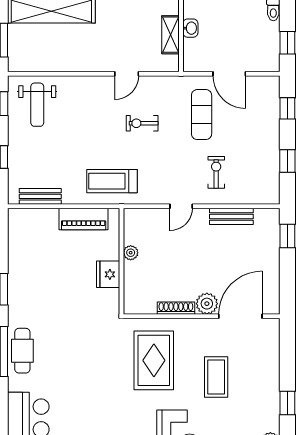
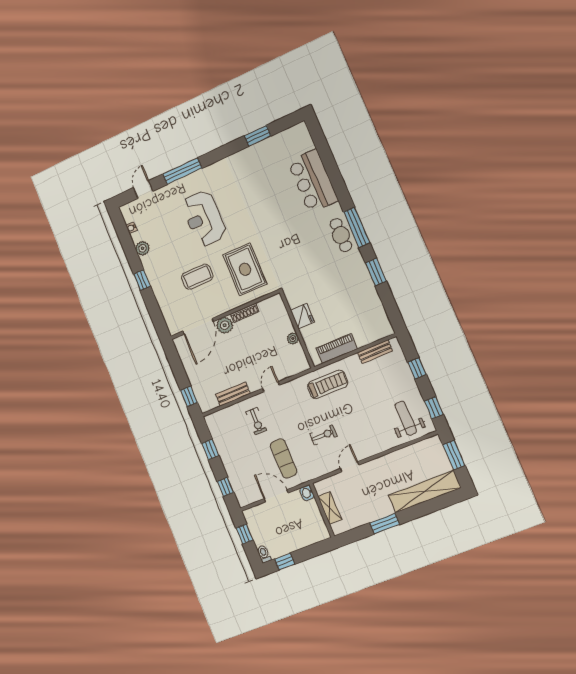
washbasin: (190, 28) -> (307, 493), moved
coffee table: (216, 377) -> (197, 277), turned 90

